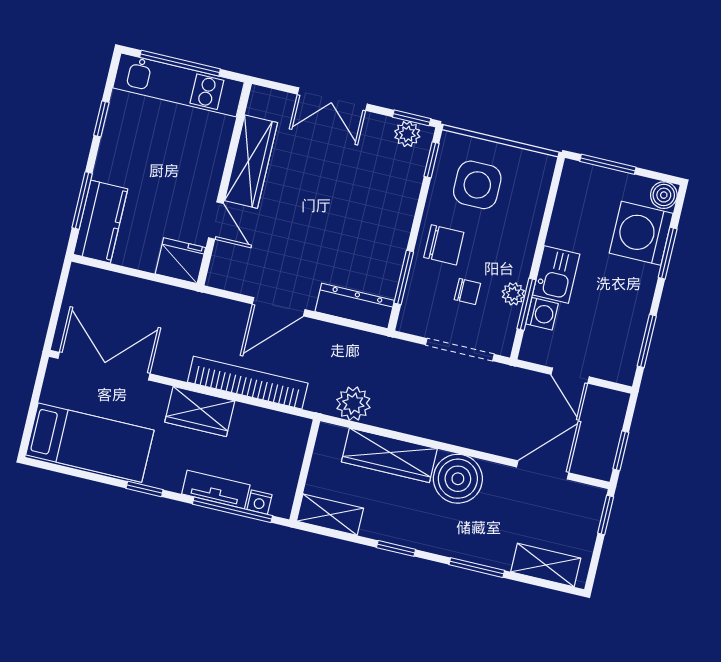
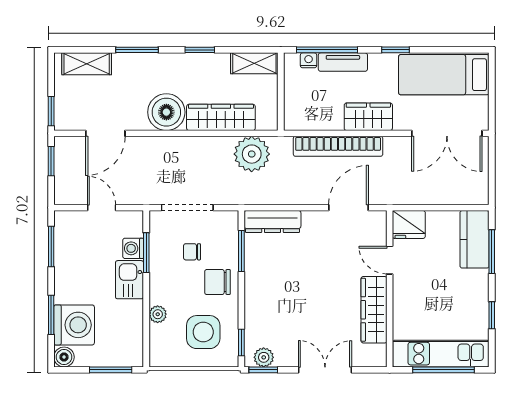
plant: (513, 294) -> (158, 314), moved
door: (279, 307) -> (349, 208), moved
plant: (353, 404) -> (252, 154), width x1.36, depth x1.36

